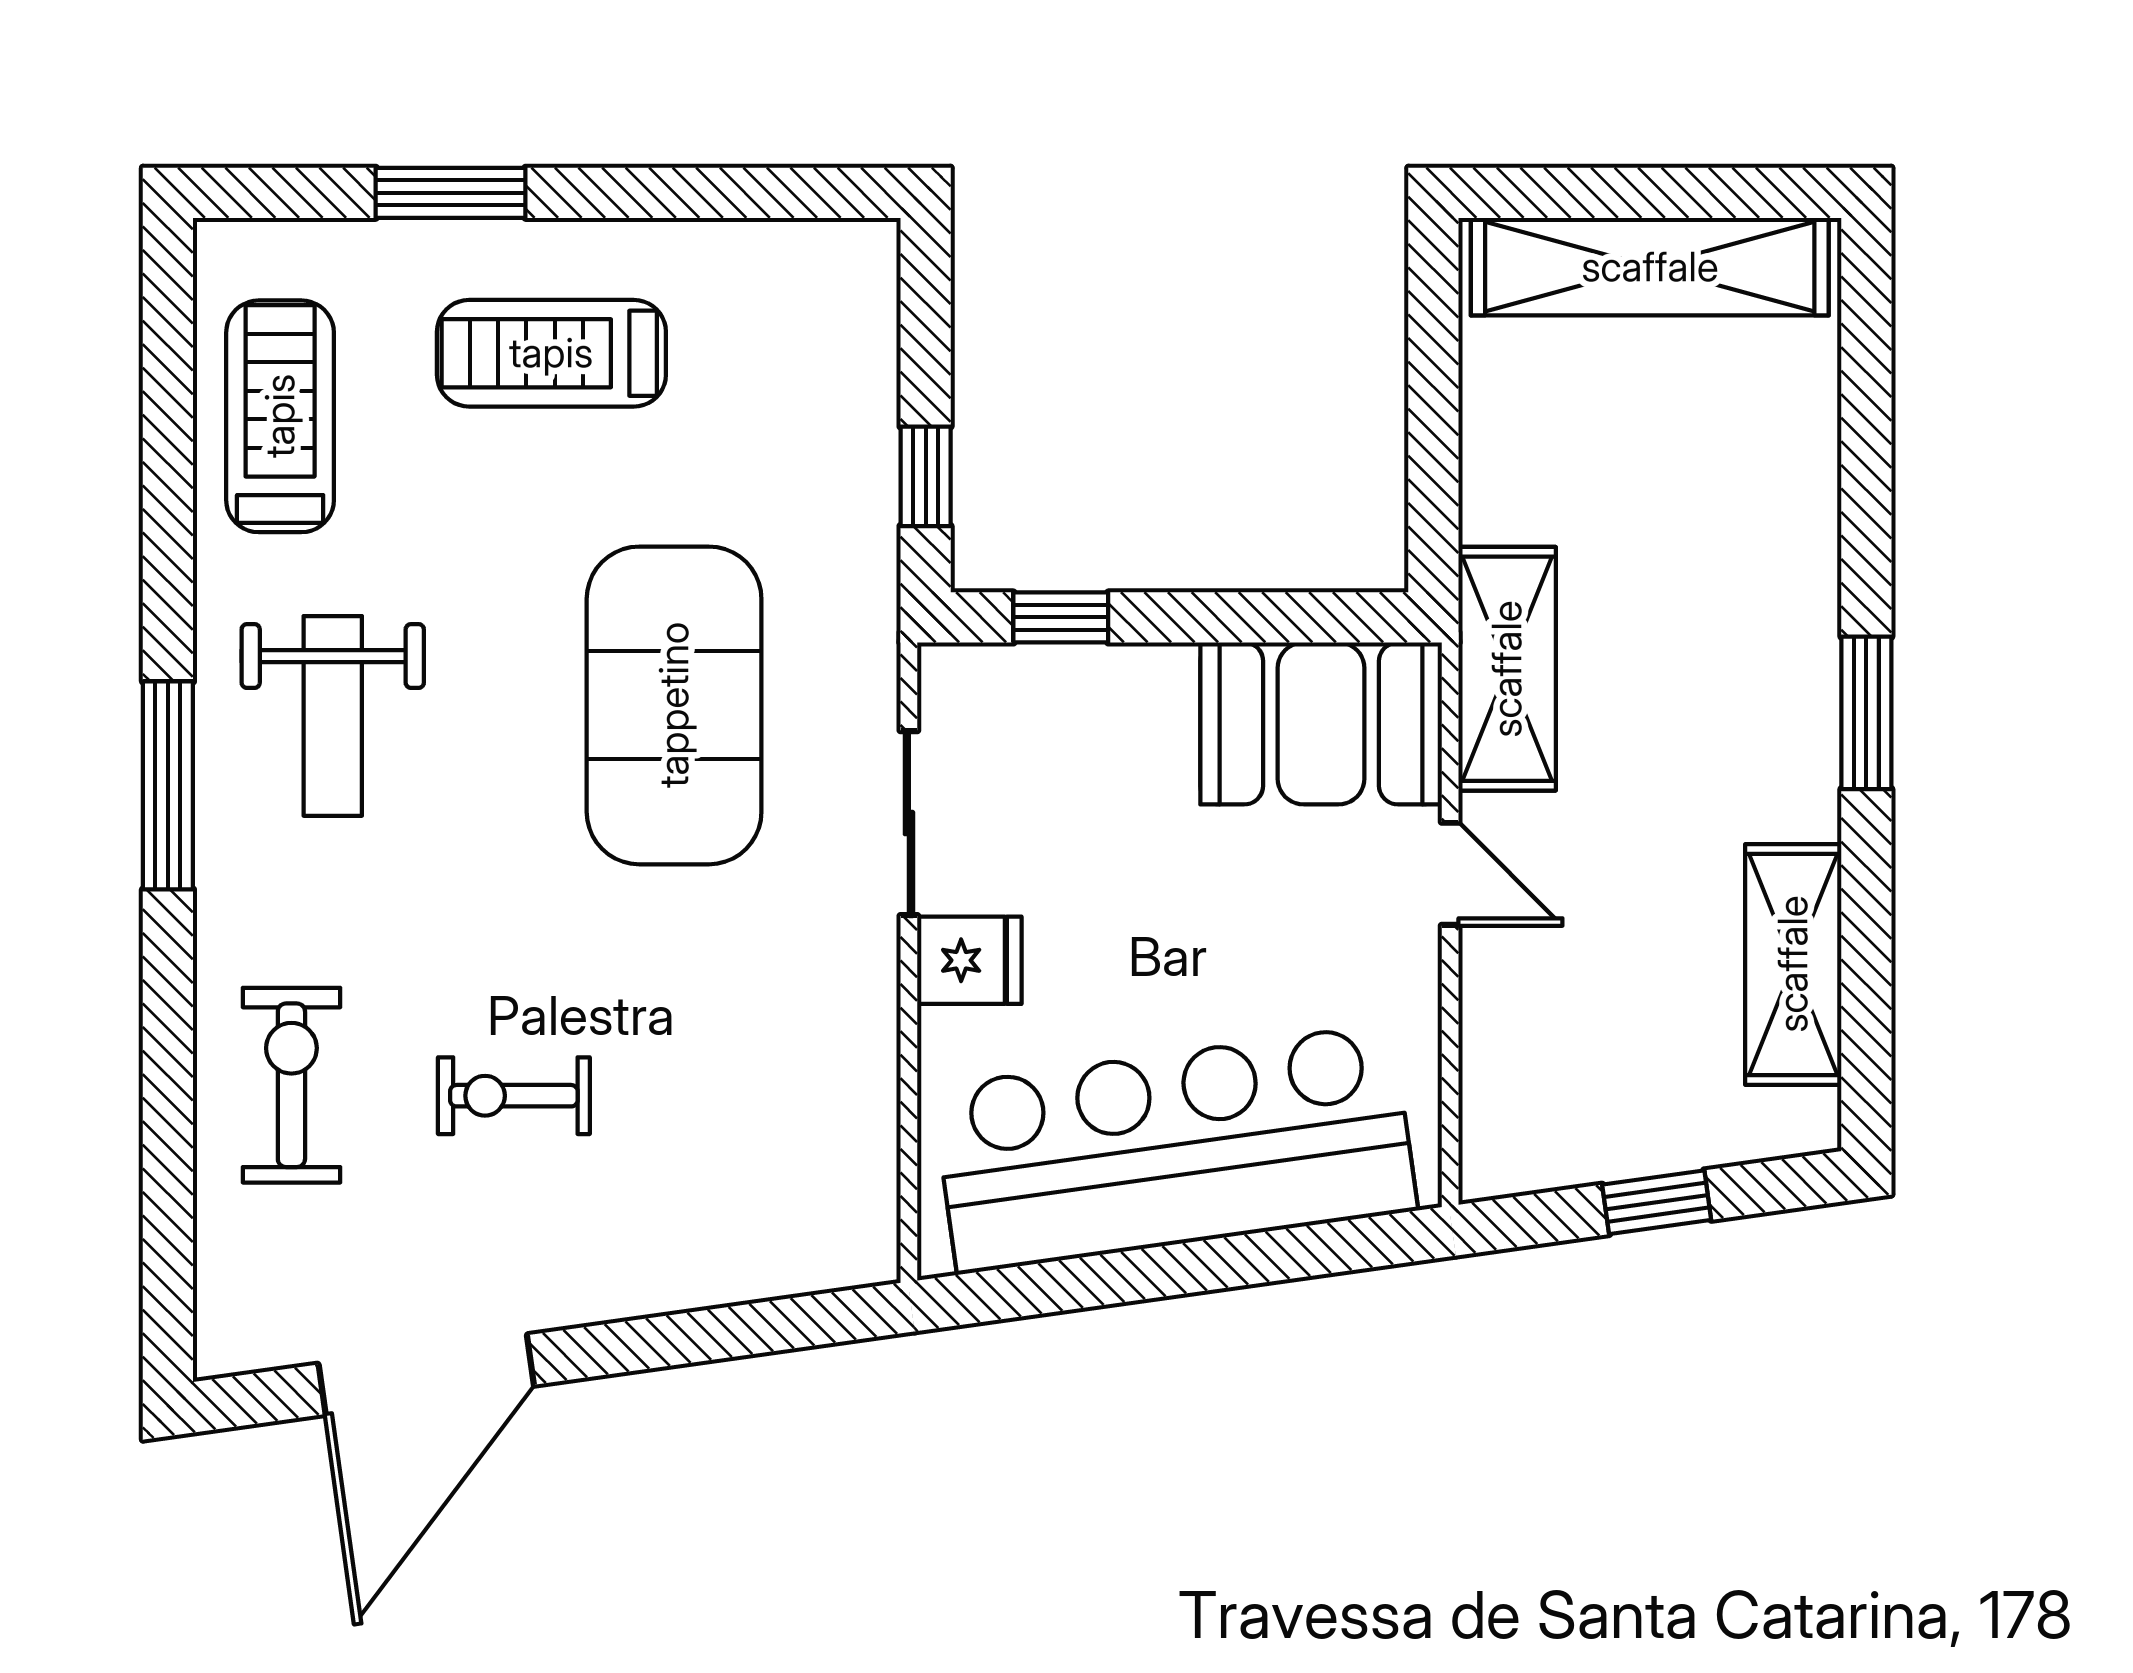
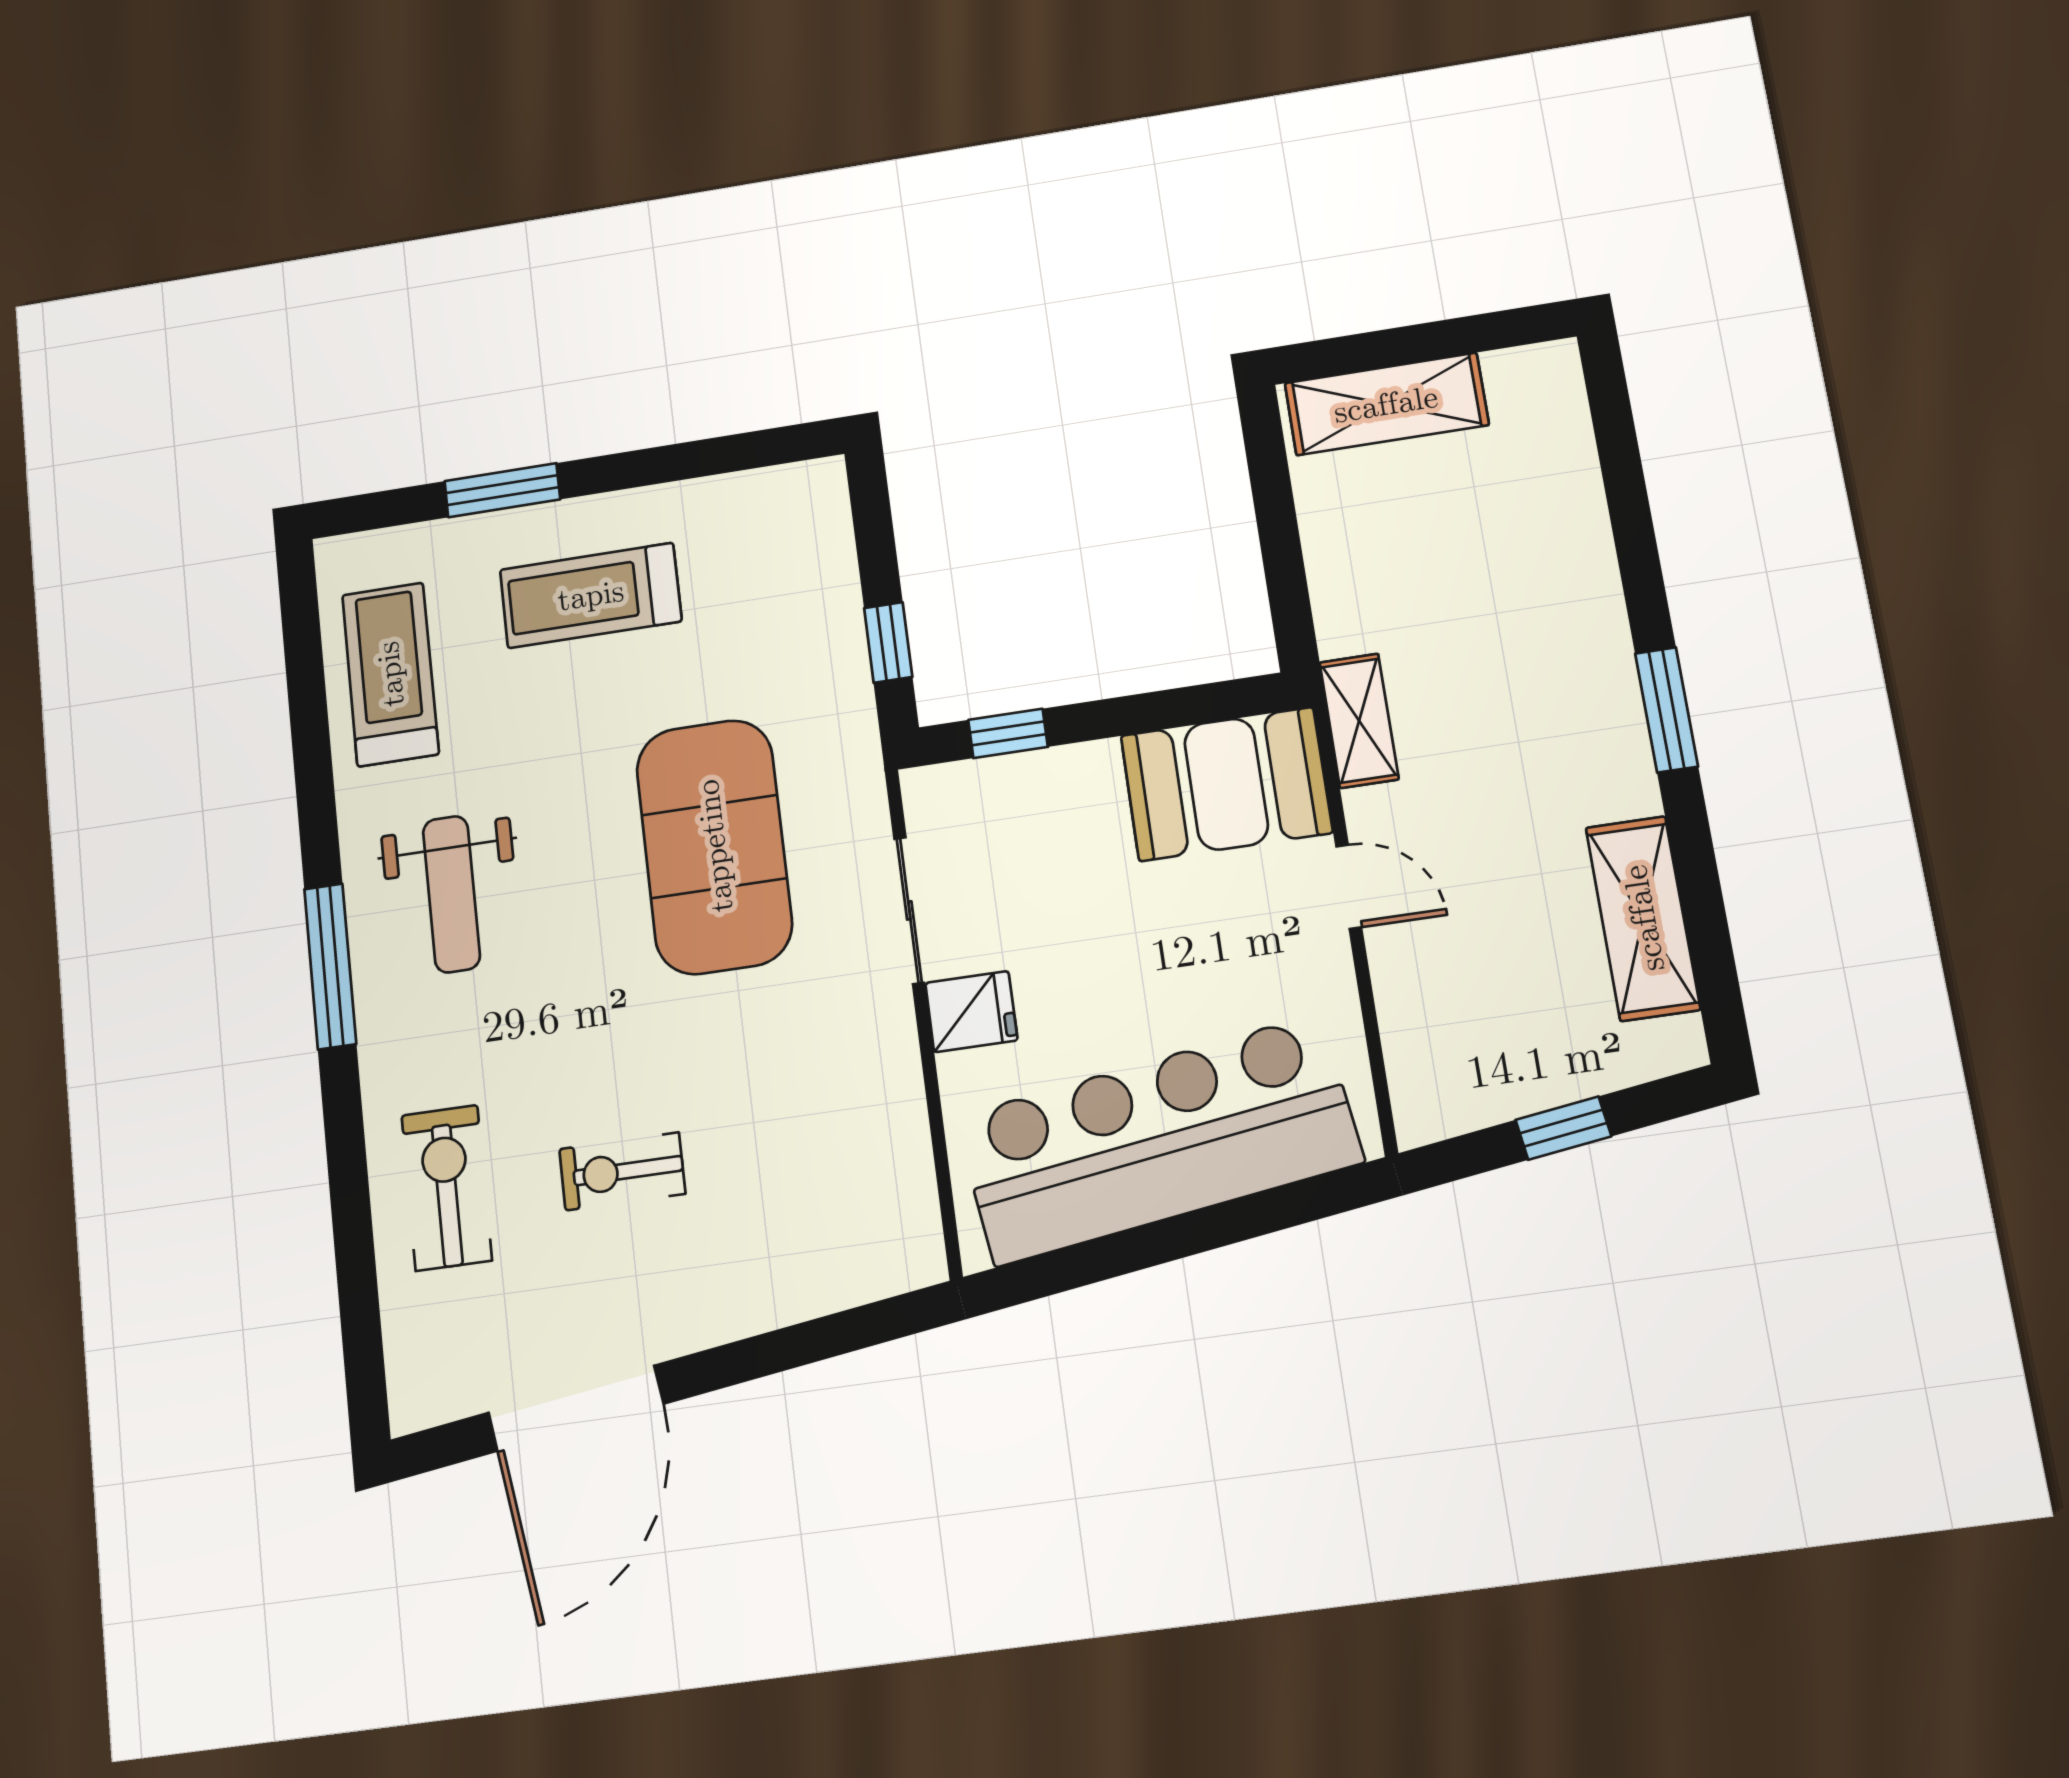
shelving: (1650, 267) -> (1386, 404), width x0.68
shelving: (1507, 669) -> (1359, 721), width x0.67, depth x0.75

